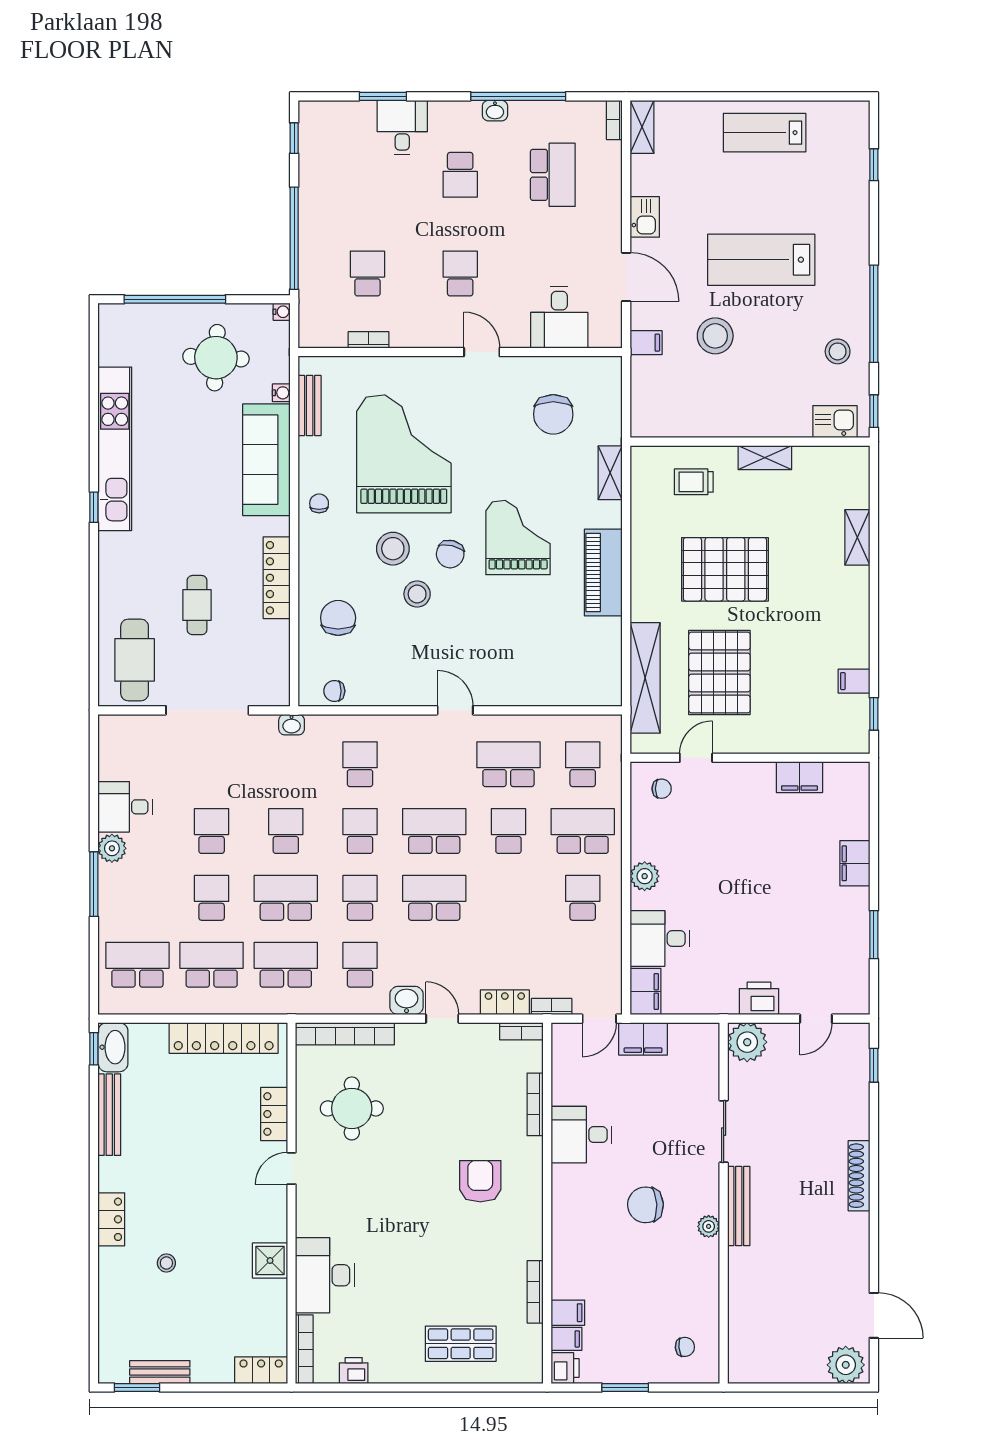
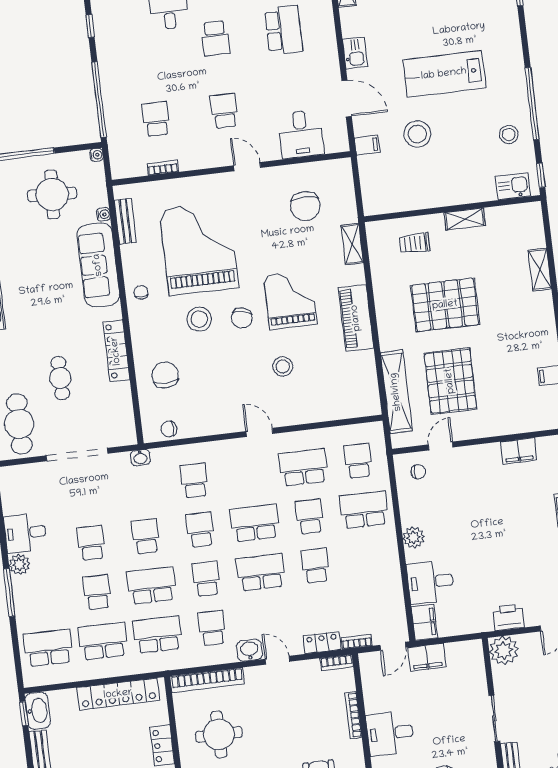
stool: (417, 594) -> (283, 366), moved
school desk: (583, 898) -> (315, 566), moved

